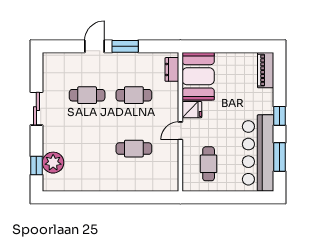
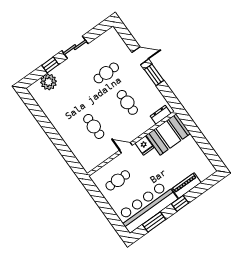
piano: (266, 70) -> (186, 186), moved
cafe table: (87, 95) -> (106, 73), turned 90
window: (36, 165) -> (50, 65), moved

